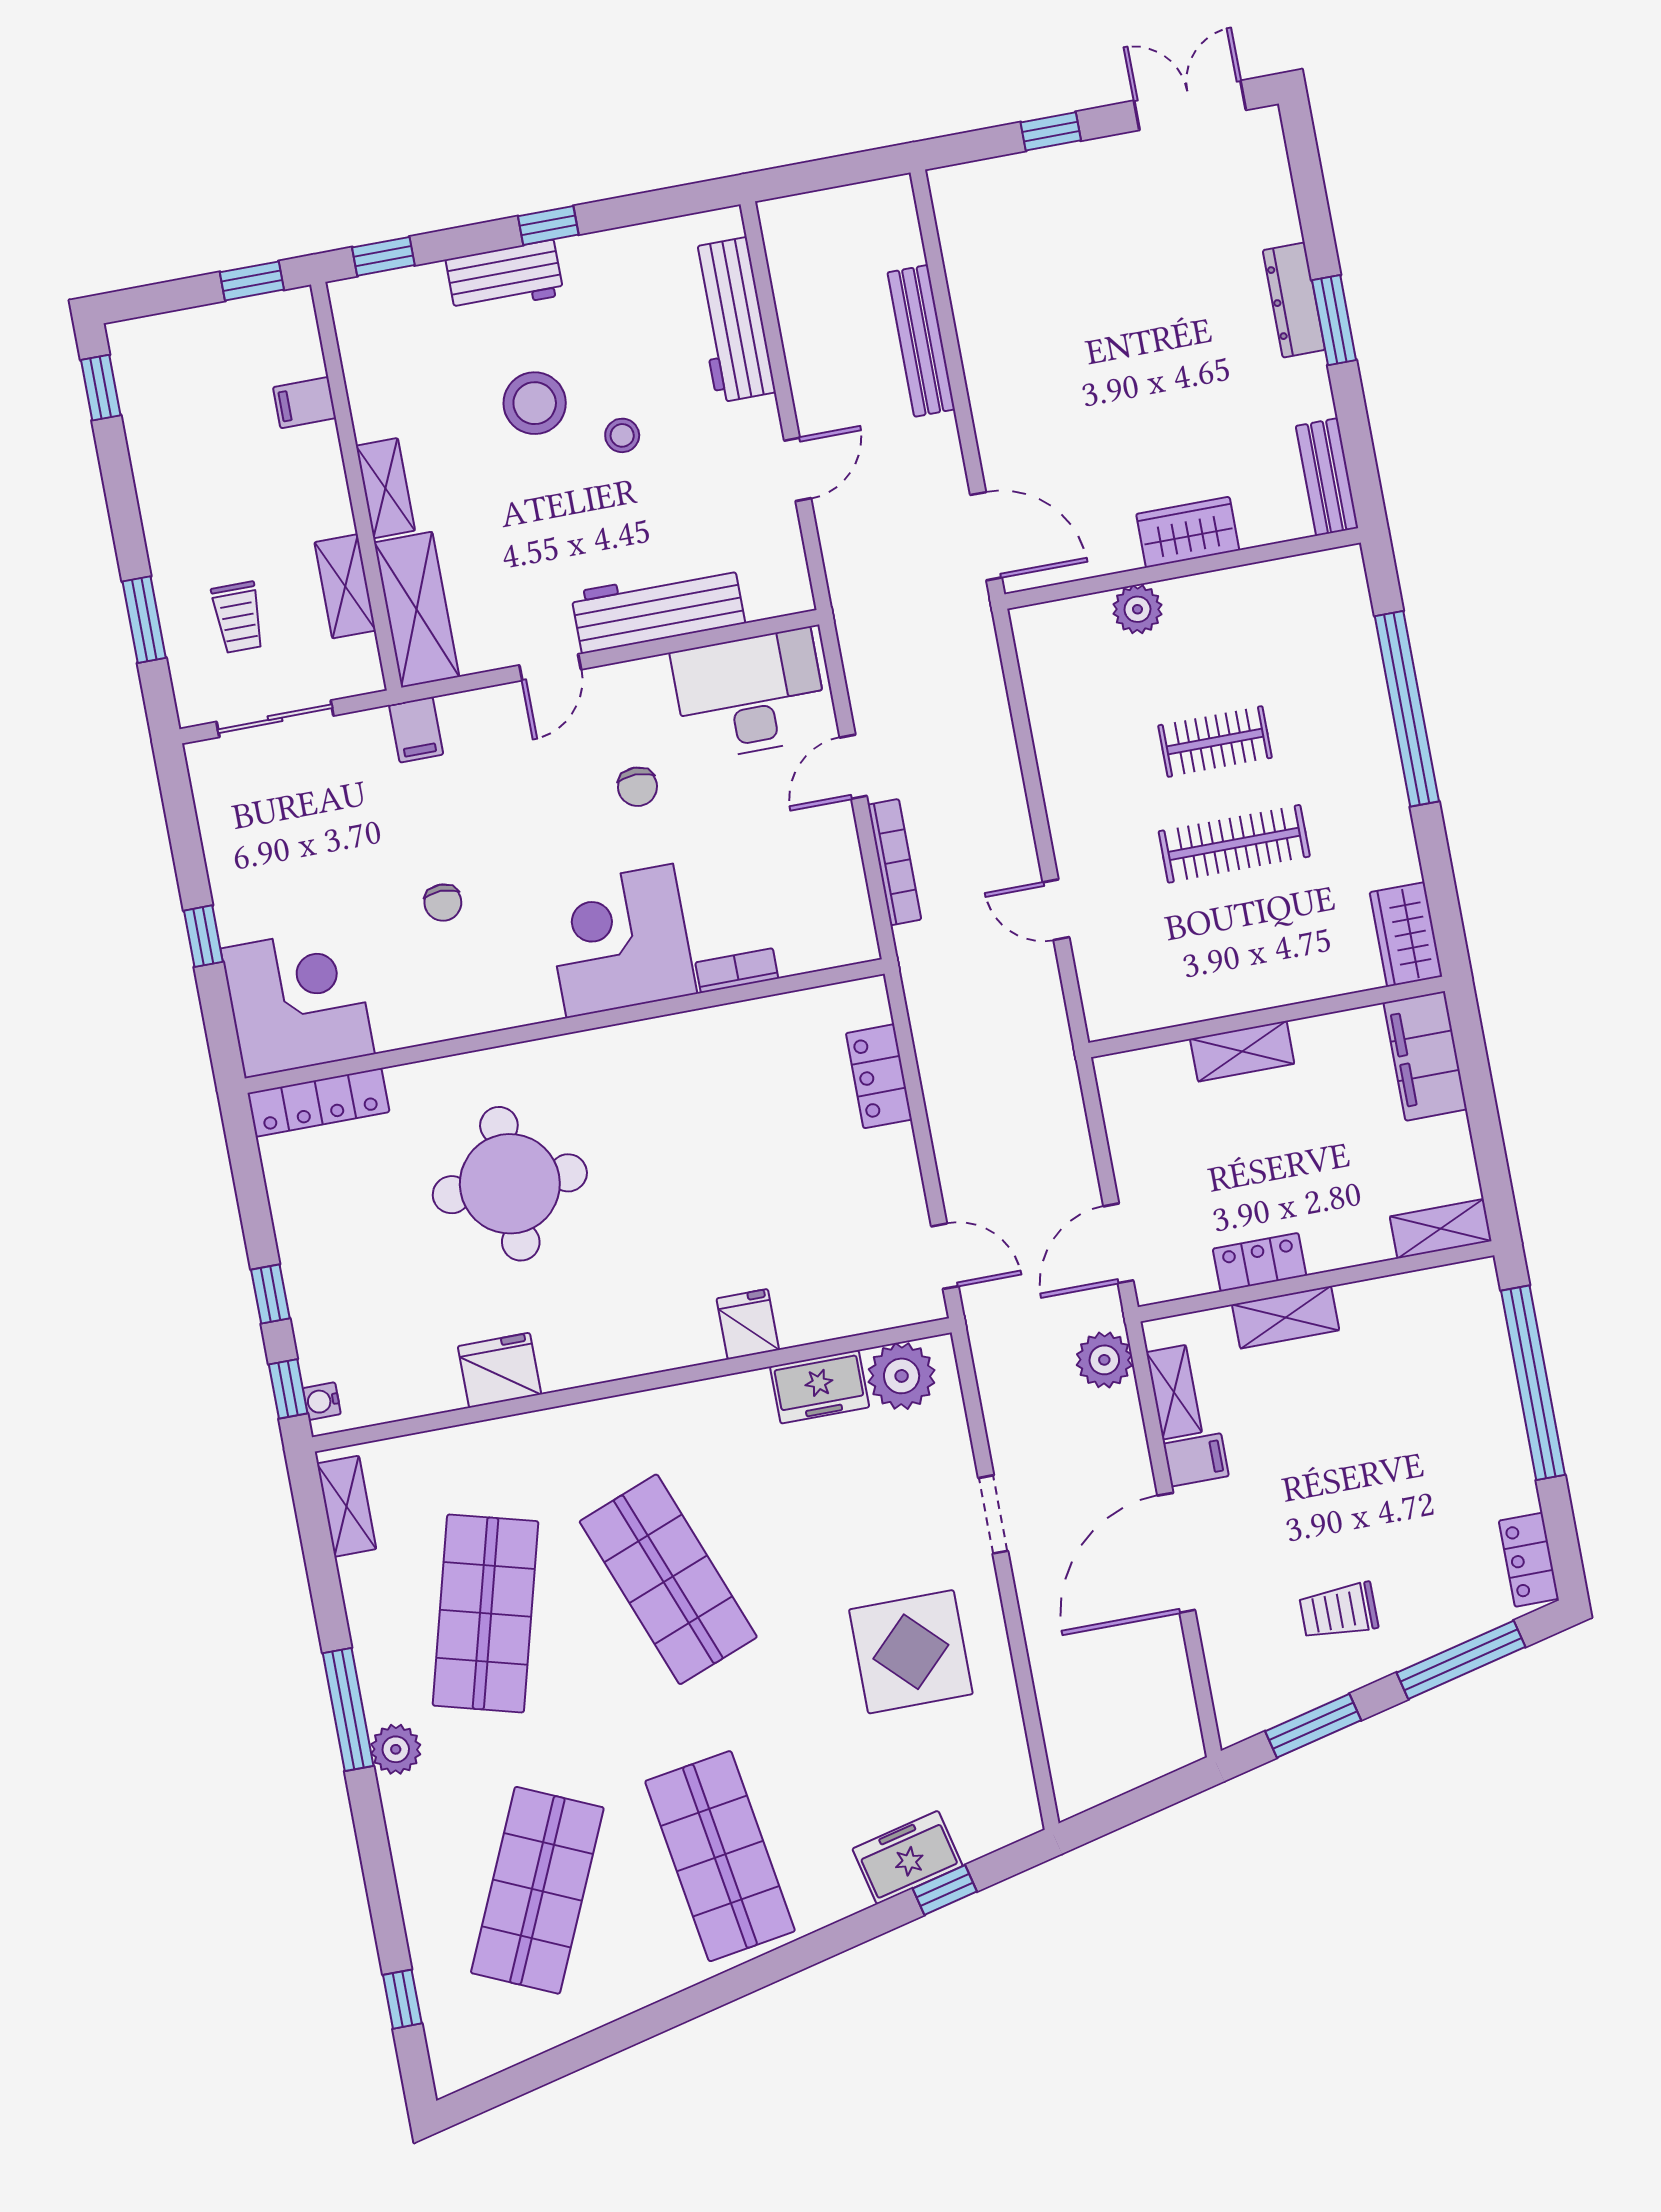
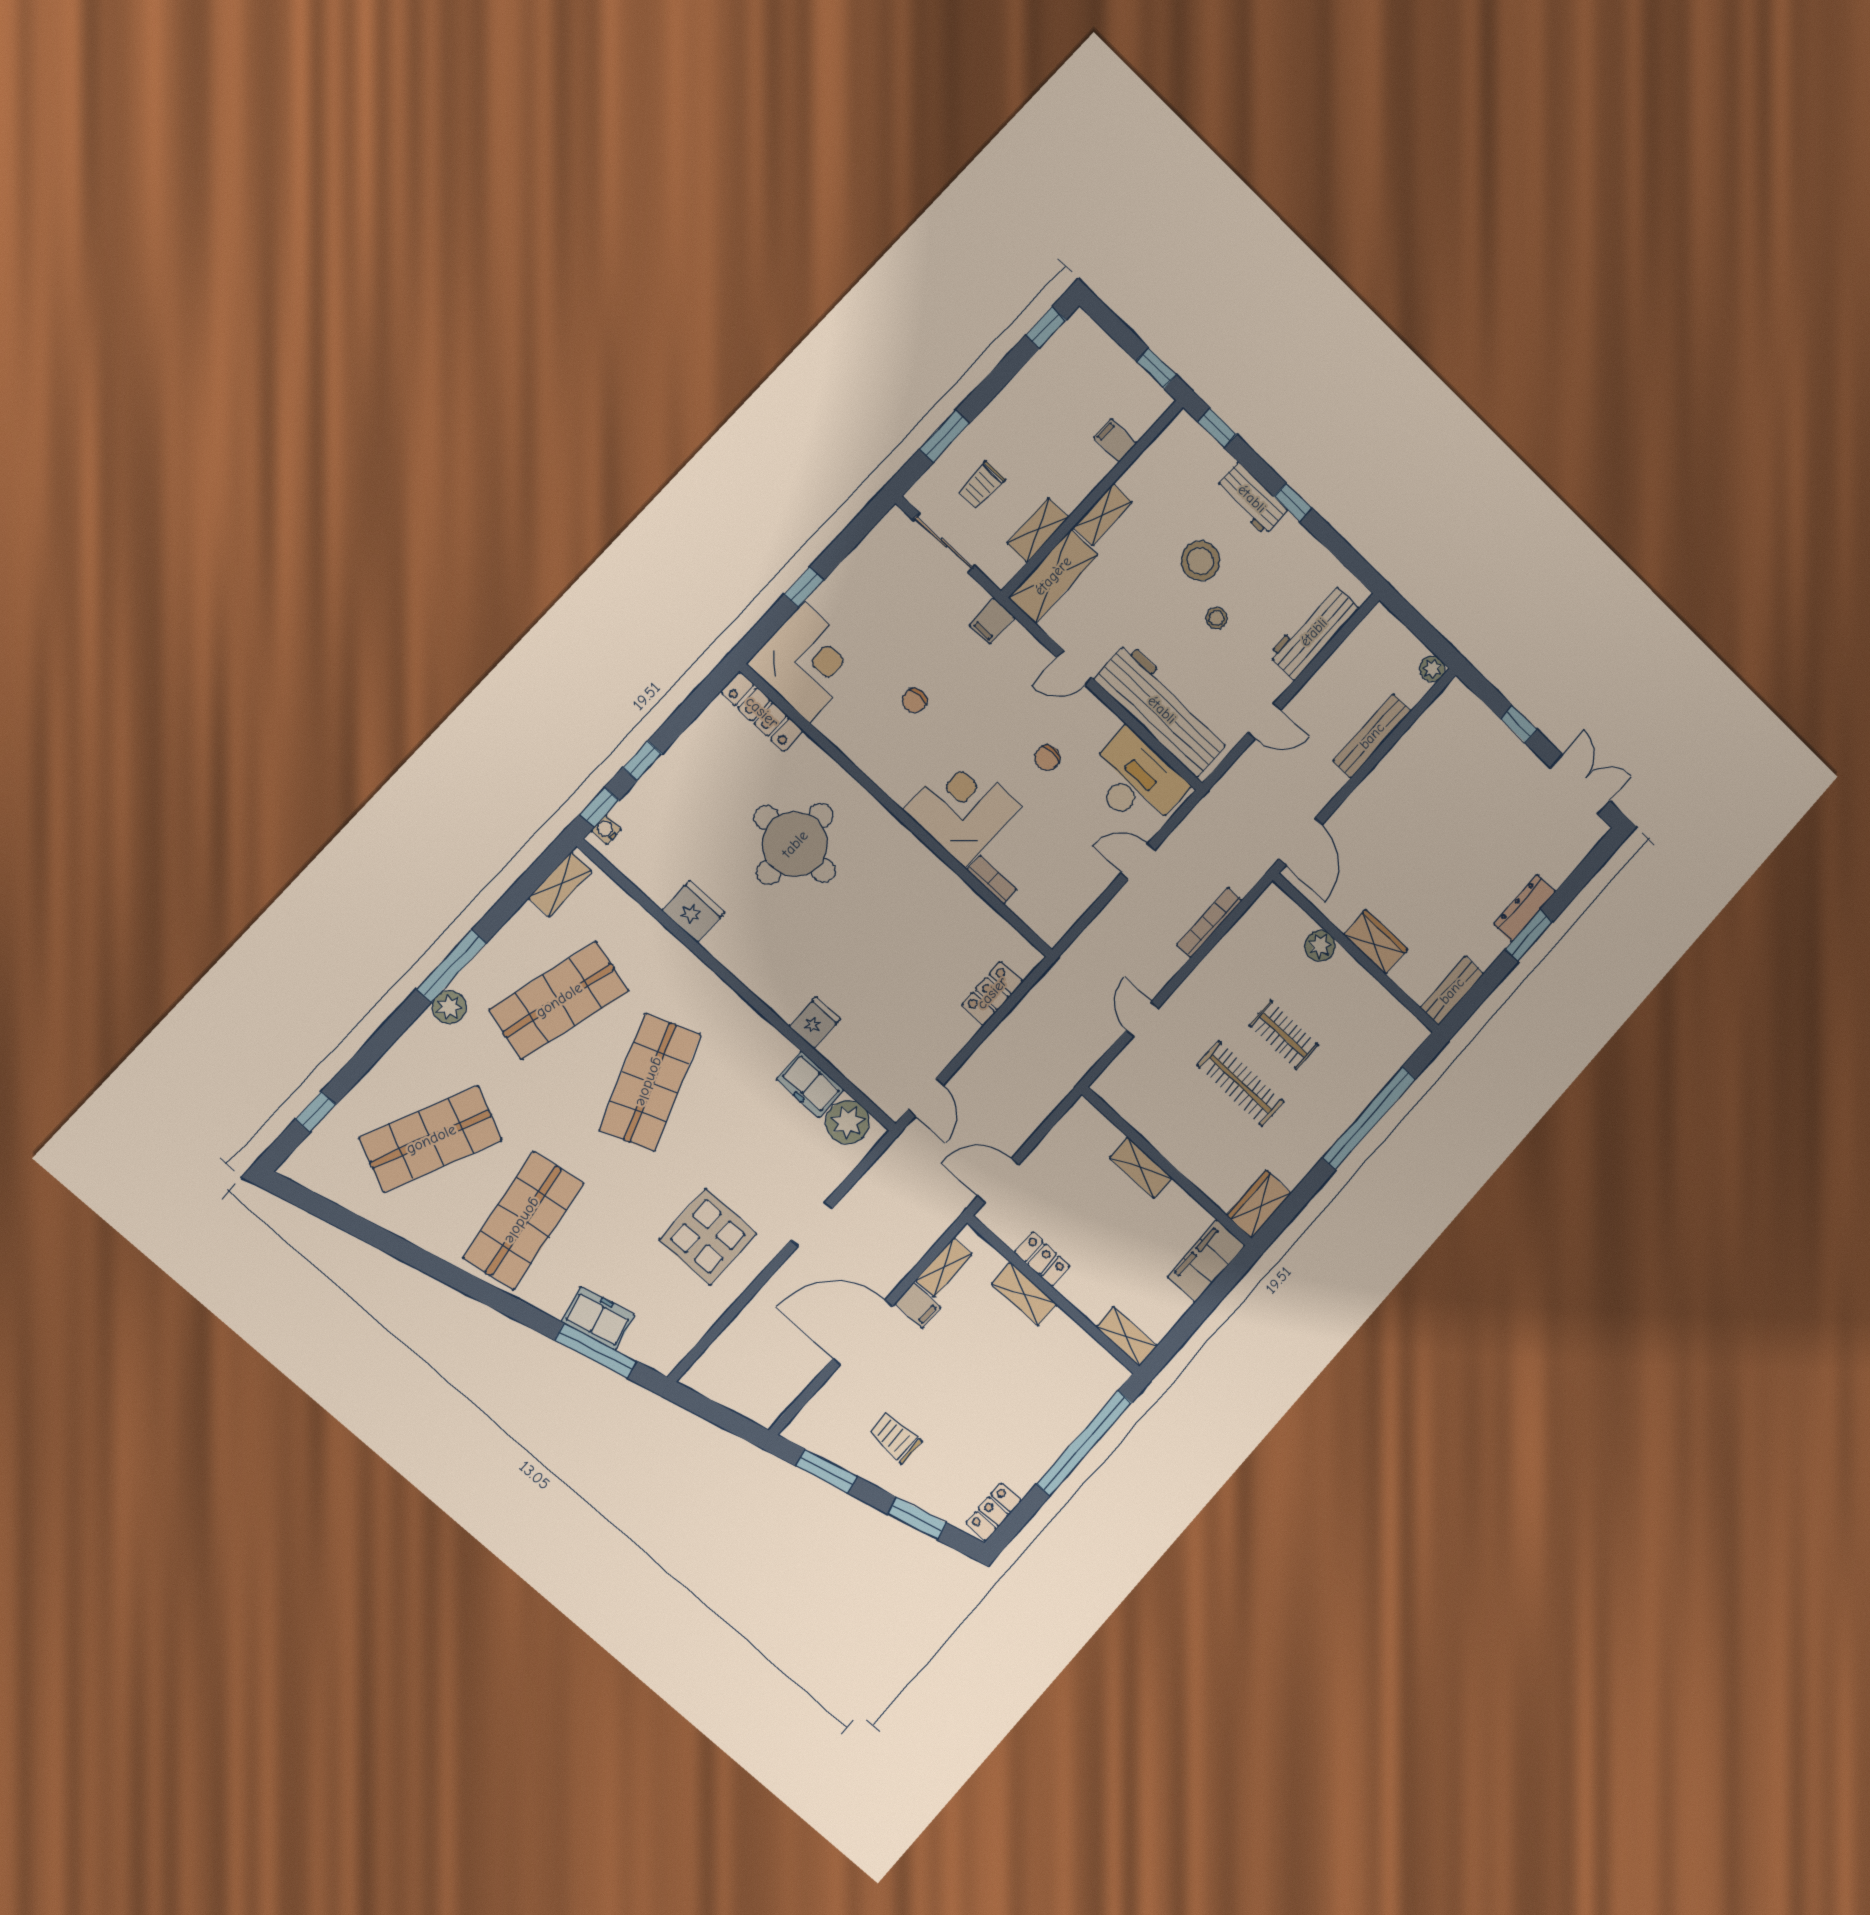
workbench: (658, 608) -> (1162, 710), width x1.36, depth x1.32
bookcase: (894, 862) -> (1209, 922), moved, turned 180
plant: (1104, 1360) -> (1432, 669), moved, width x0.73, depth x0.73
window: (1461, 1660) -> (917, 1518), width x0.69
window: (945, 1890) -> (596, 1351), width x2.17

